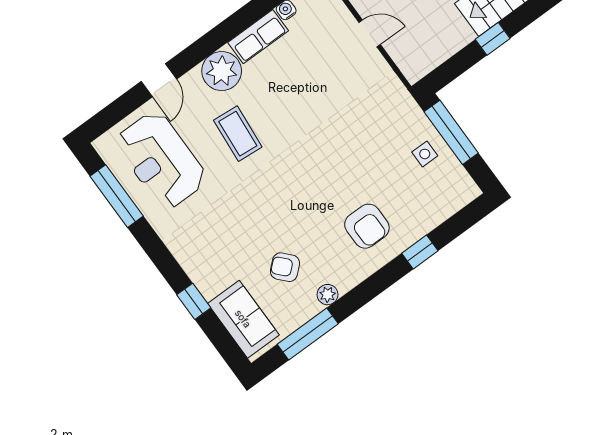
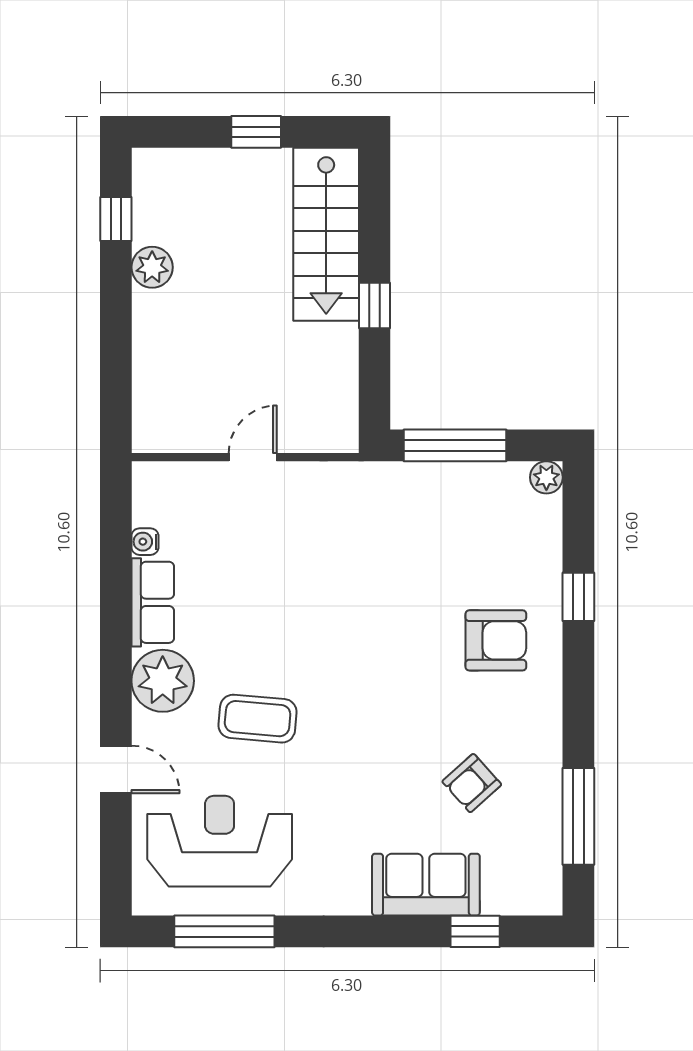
side table: (425, 154) -> (458, 499), removed
reception desk: (161, 160) -> (220, 841), turned 180
plant: (328, 295) -> (546, 477), moved
window: (194, 301) -> (475, 931), moved
sofa: (243, 319) -> (426, 885), moved

